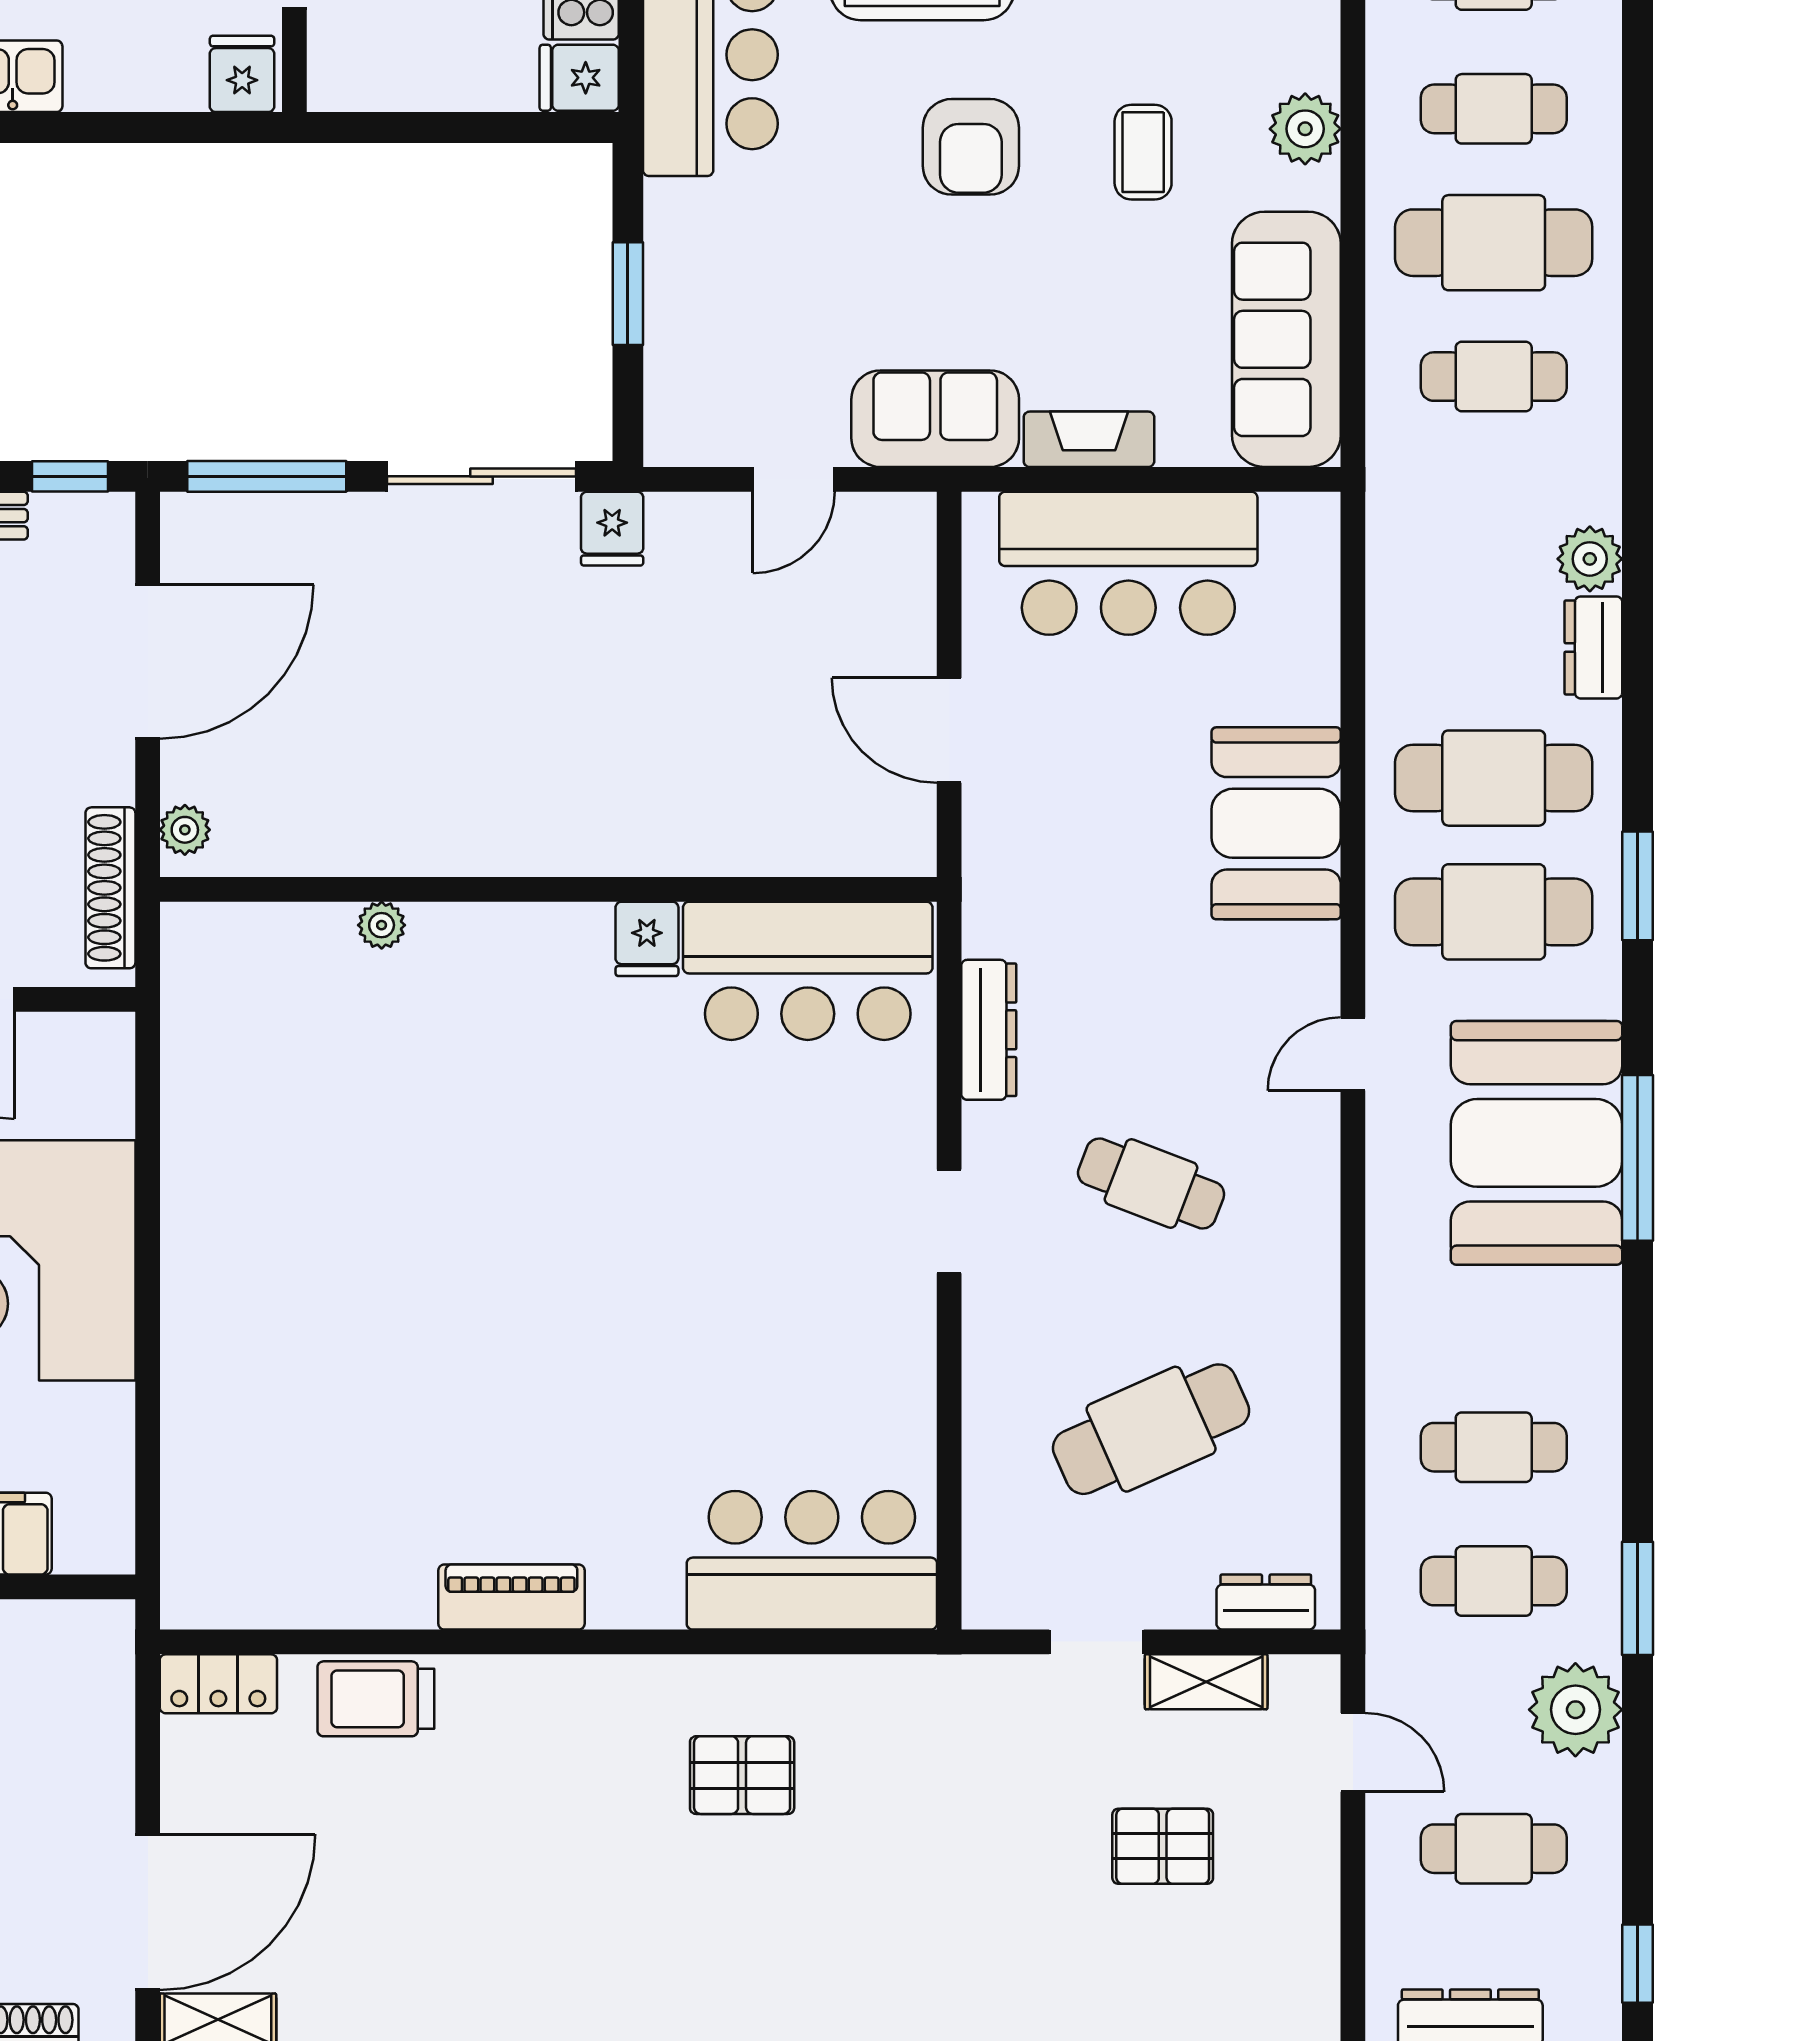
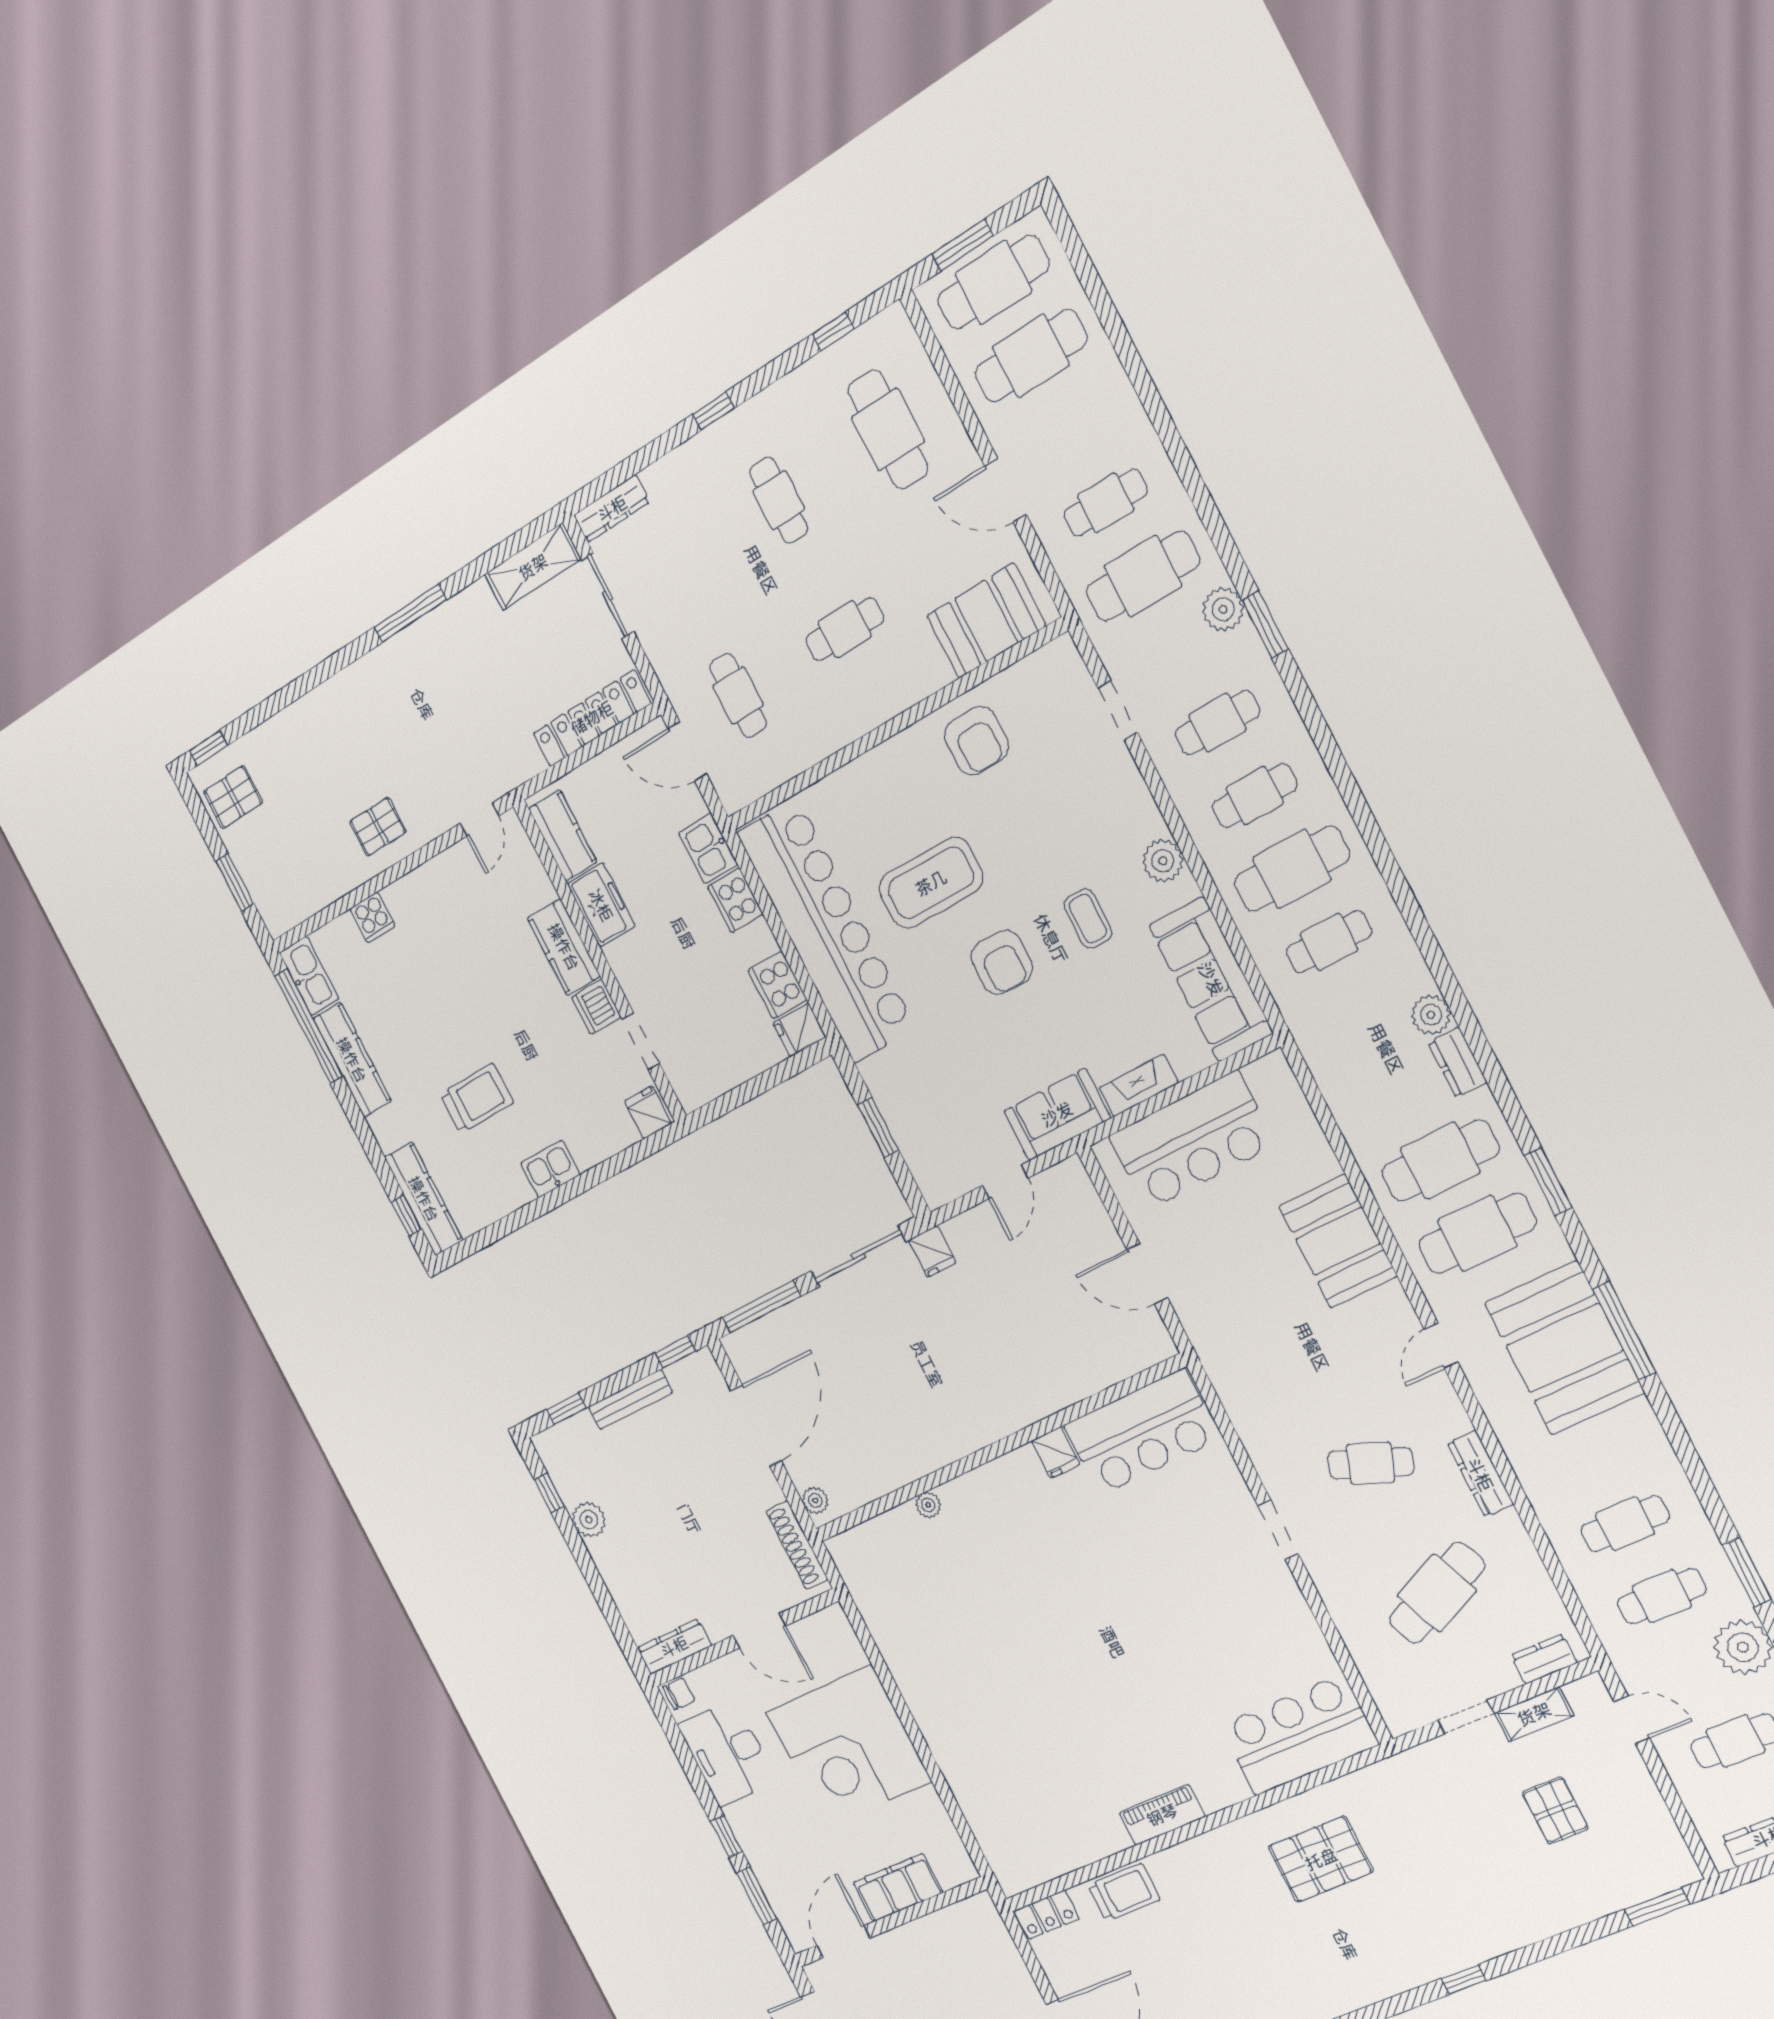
dresser: (989, 1030) -> (1480, 1474), moved, turned 180
trolley: (376, 1699) -> (1124, 1892), turned 180
pallet: (742, 1775) -> (1321, 1859), width x1.50, depth x1.42
pallet: (1163, 1846) -> (1555, 1810), turned 90

